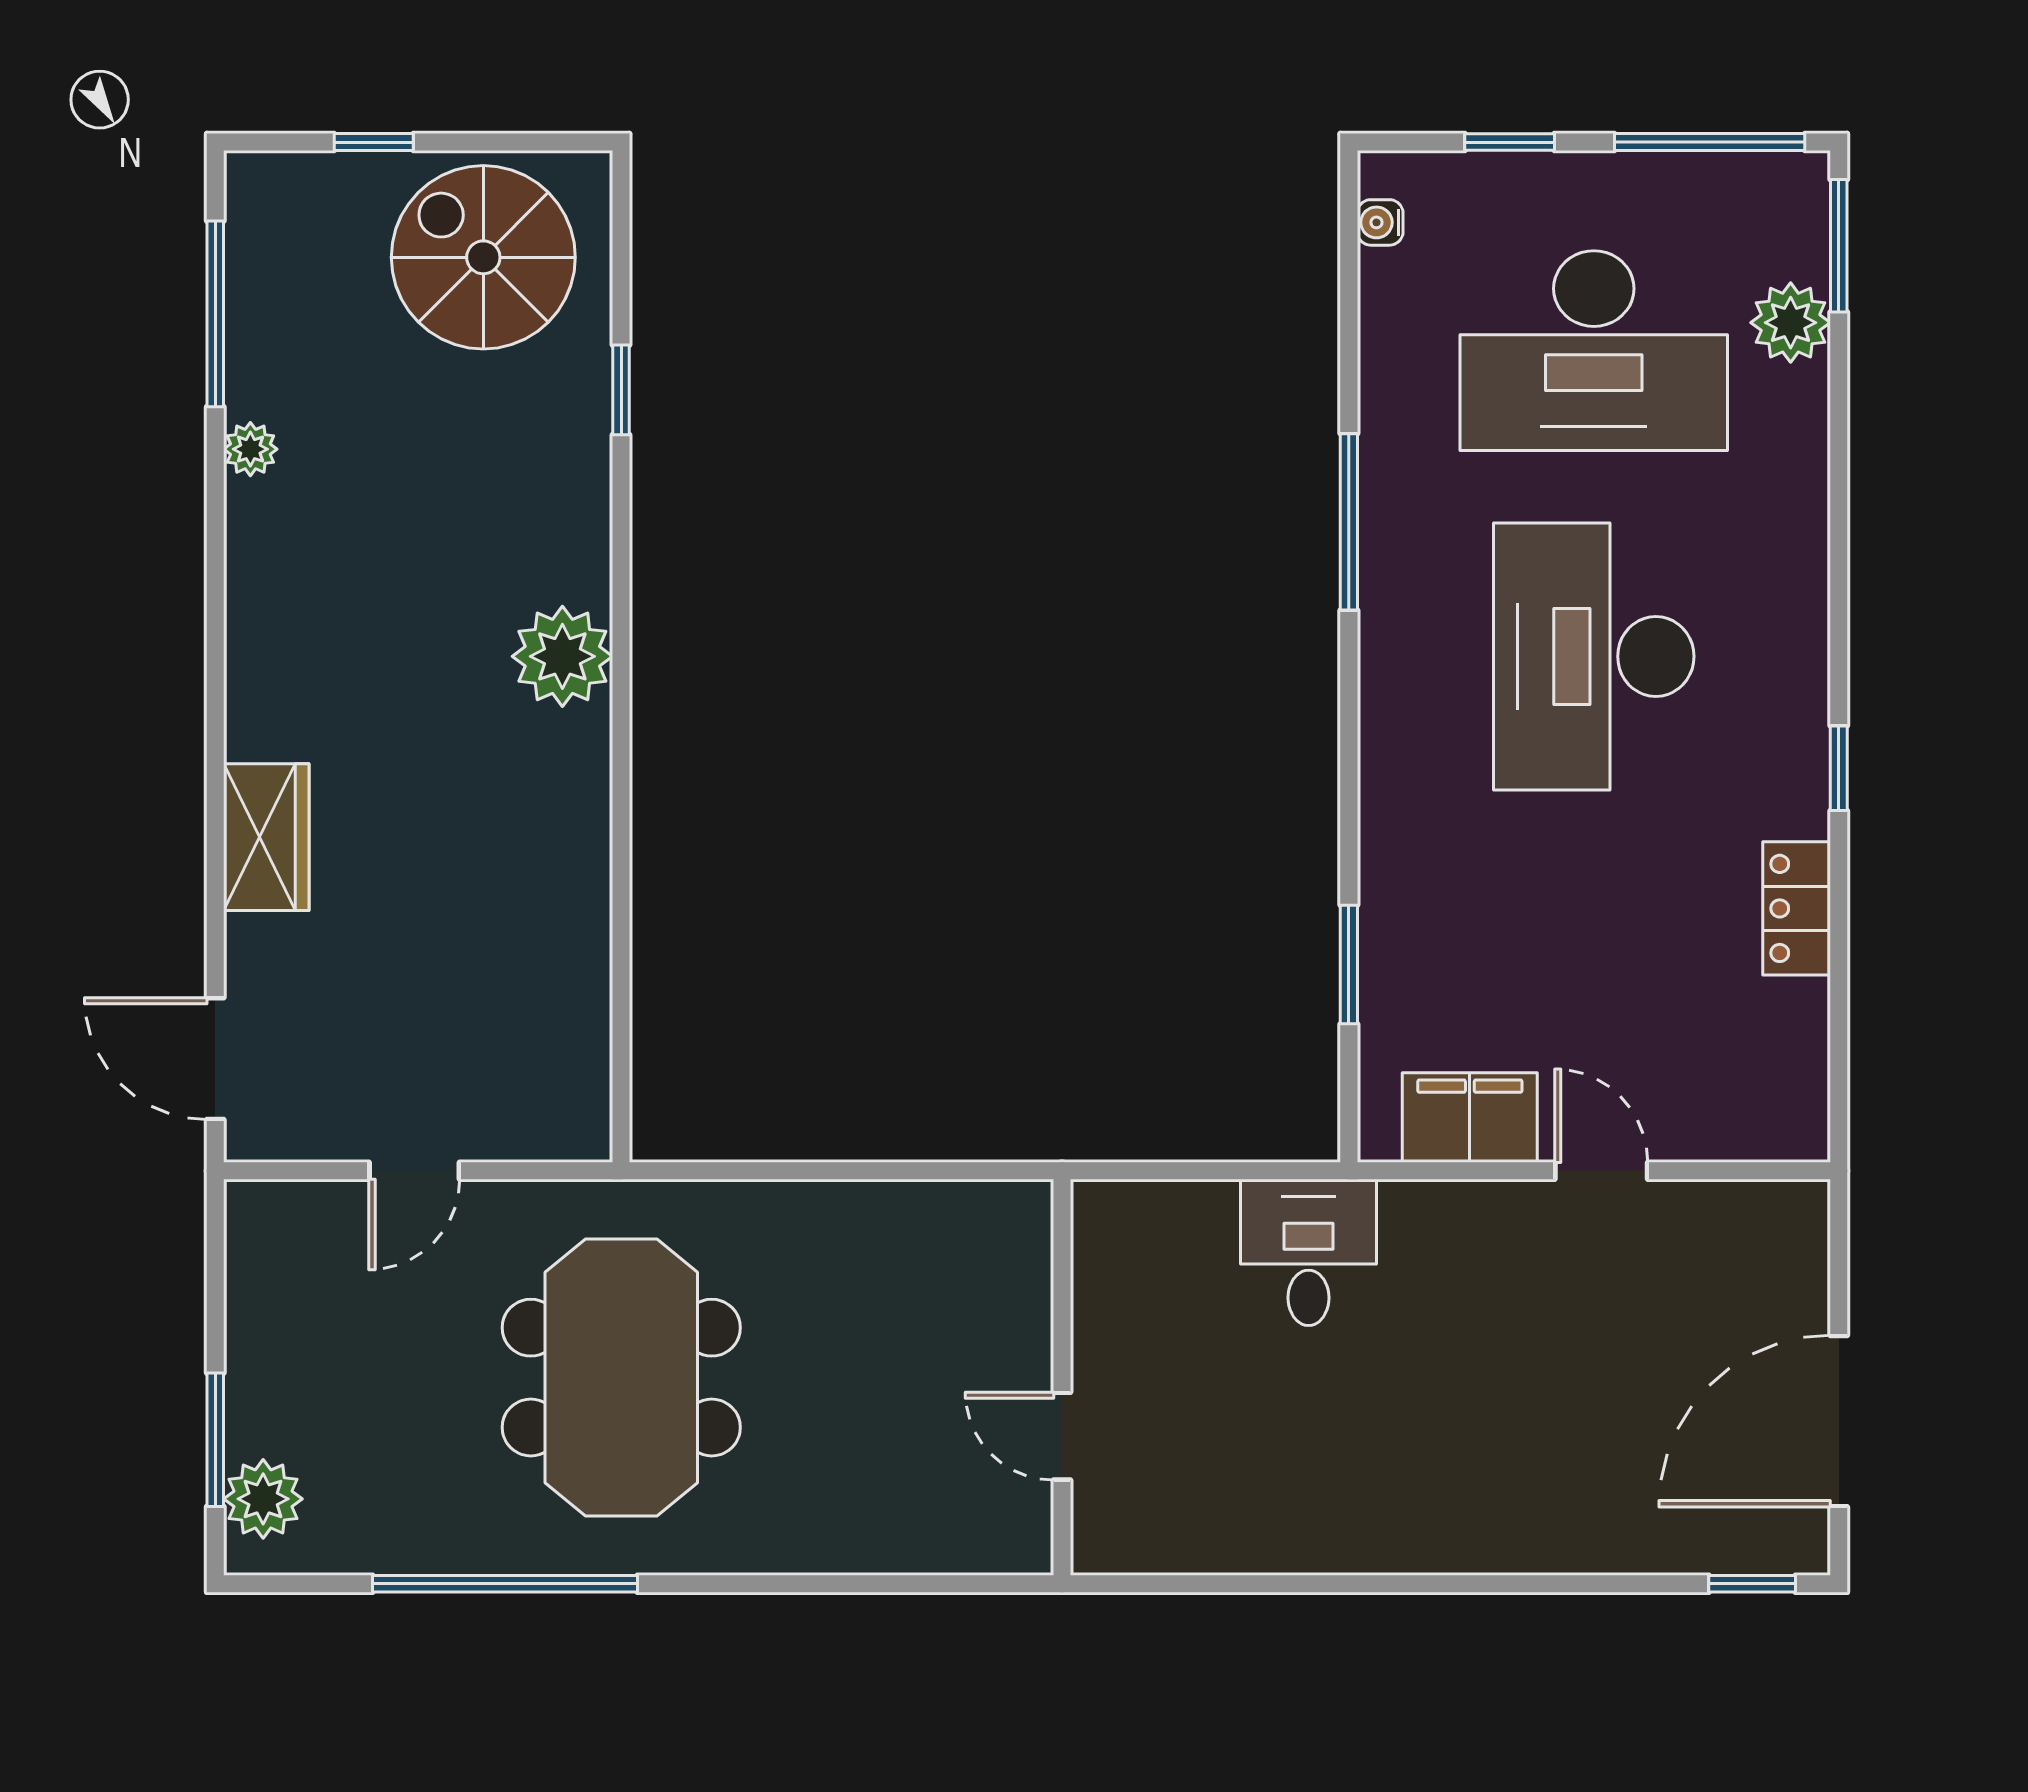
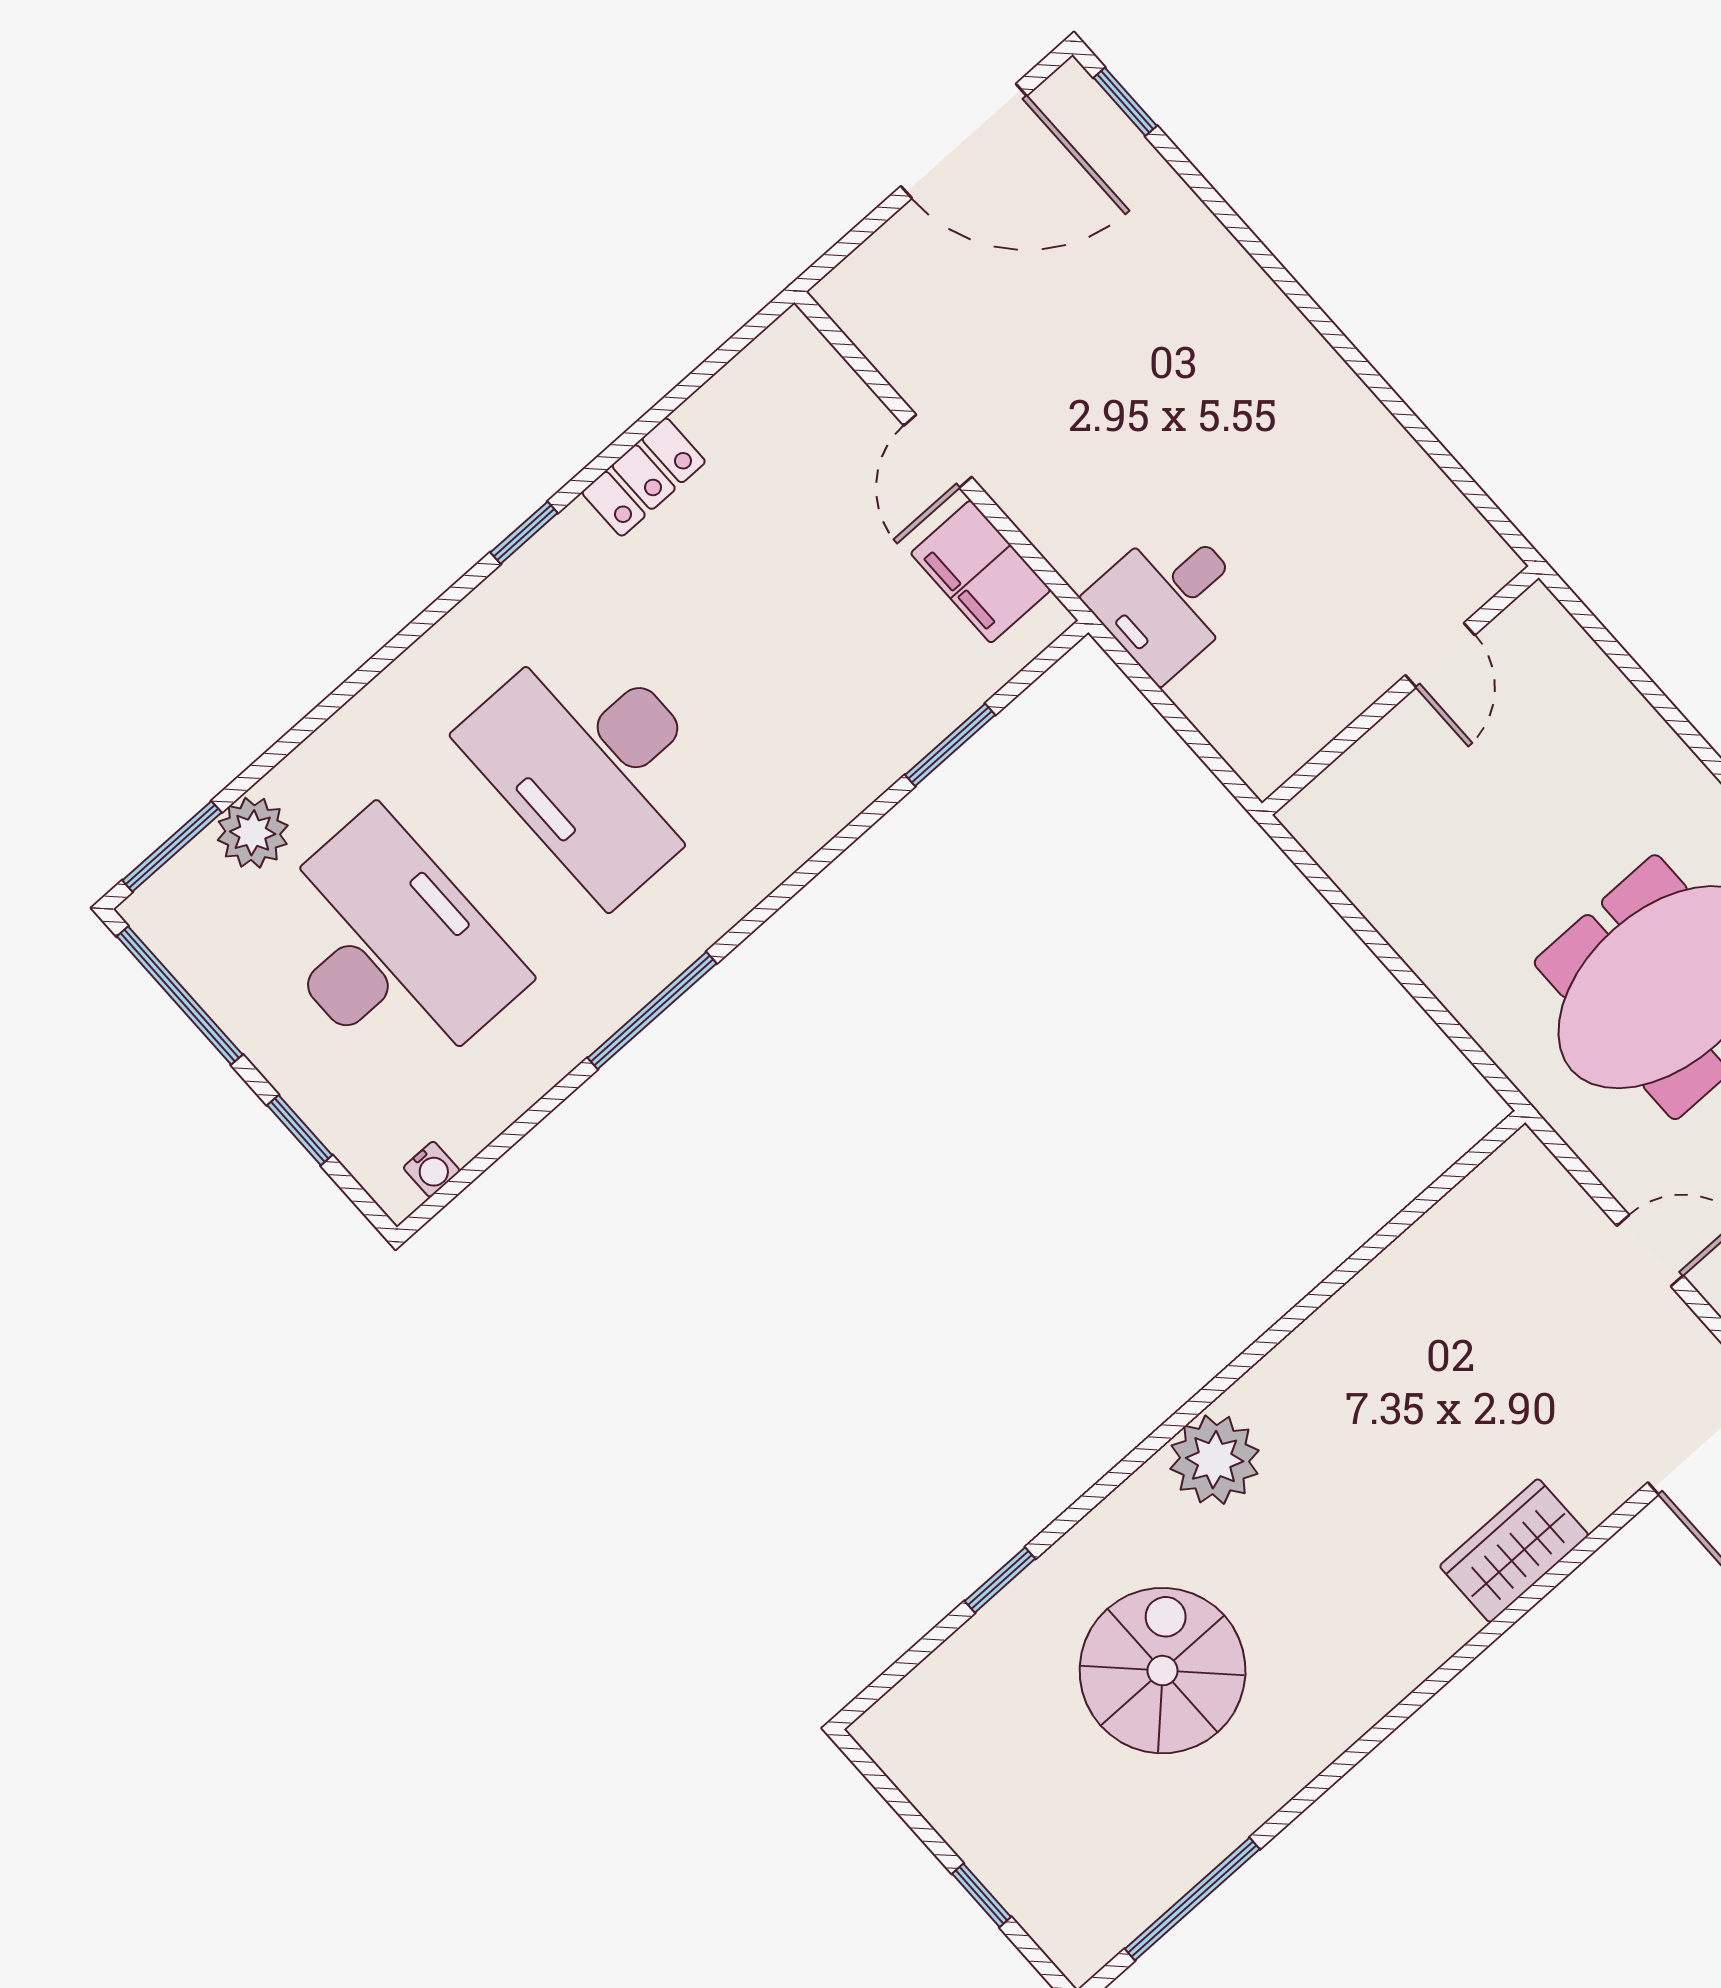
spiral stairs: (483, 257) -> (1163, 1671), moved, turned 180
plant: (250, 449) -> (1262, 1794), removed
desk: (1594, 656) -> (596, 765), turned 90

